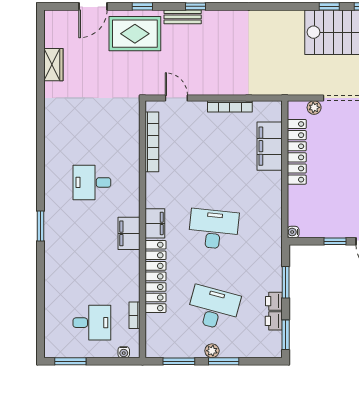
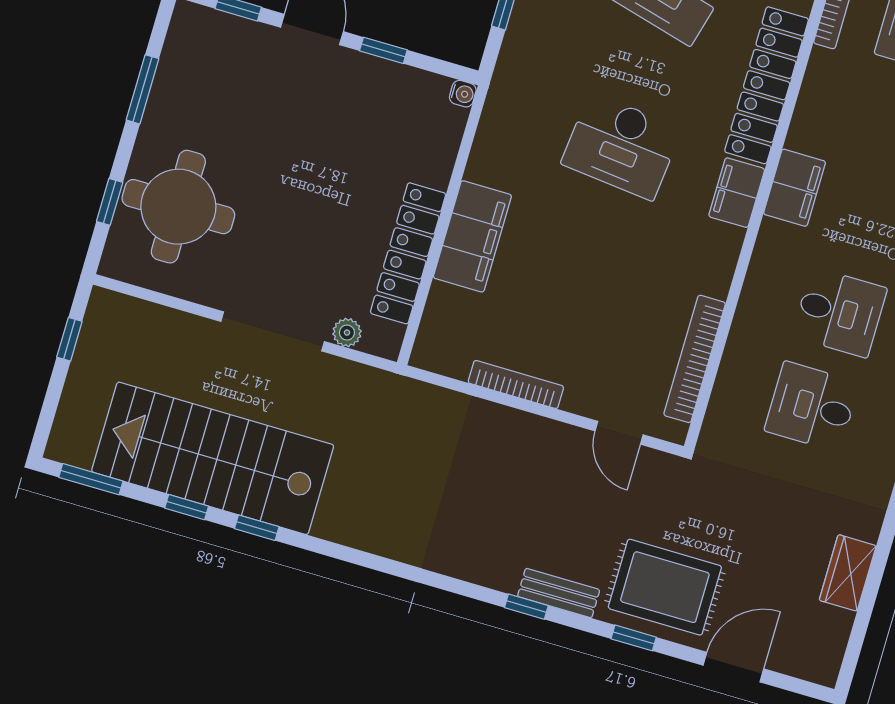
desk: (92, 136) -> (812, 407), added
filing cabinet: (270, 146) -> (472, 236), moved

